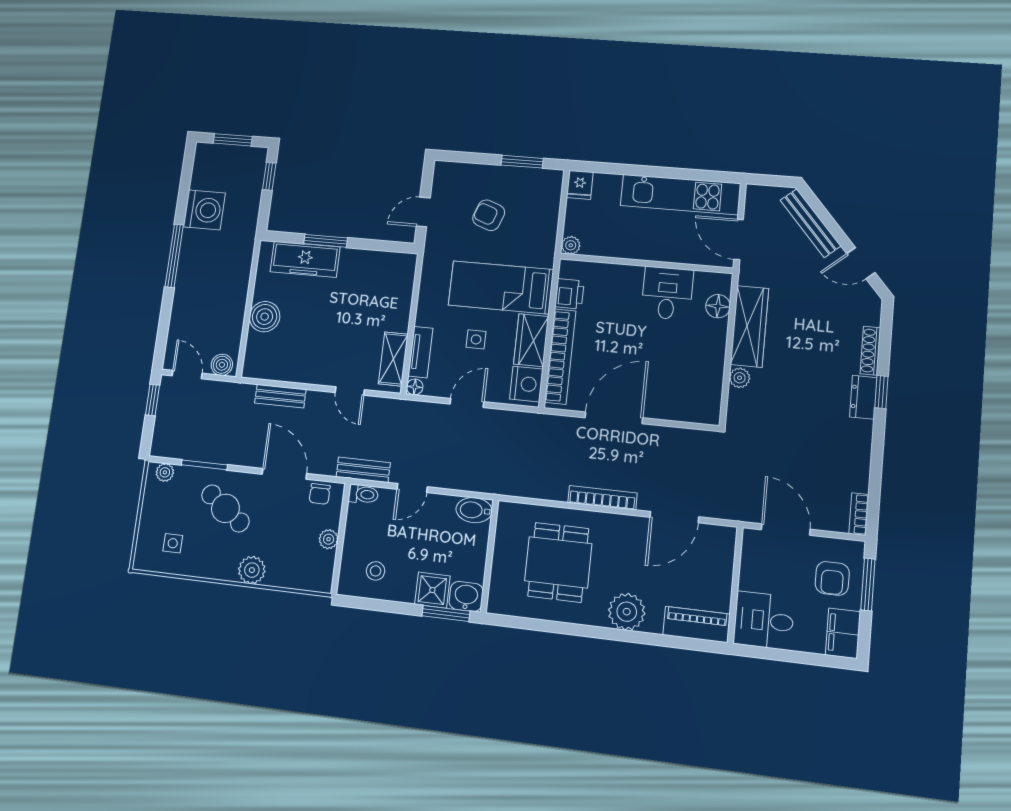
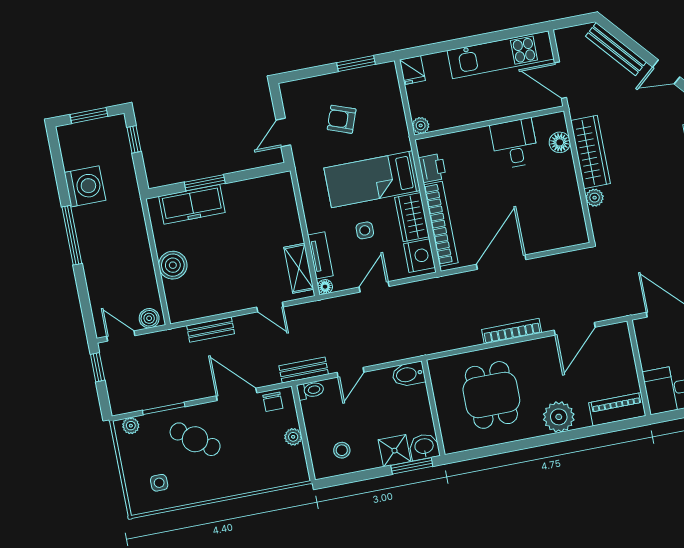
plant: (252, 570) -> (236, 483), removed

